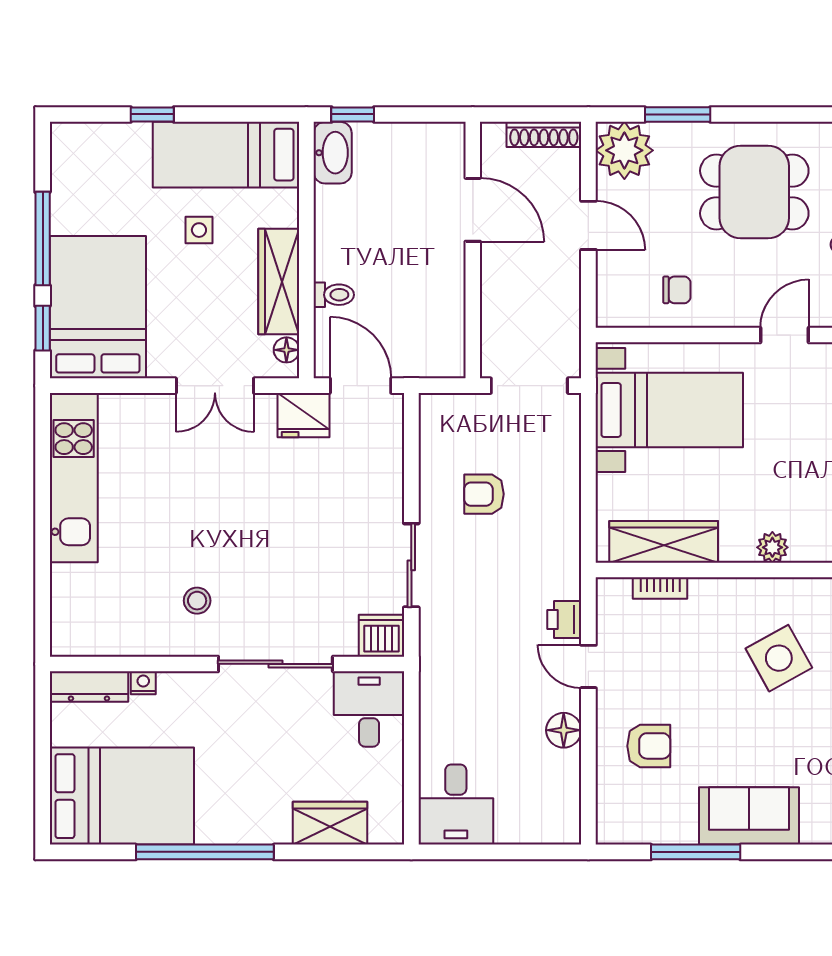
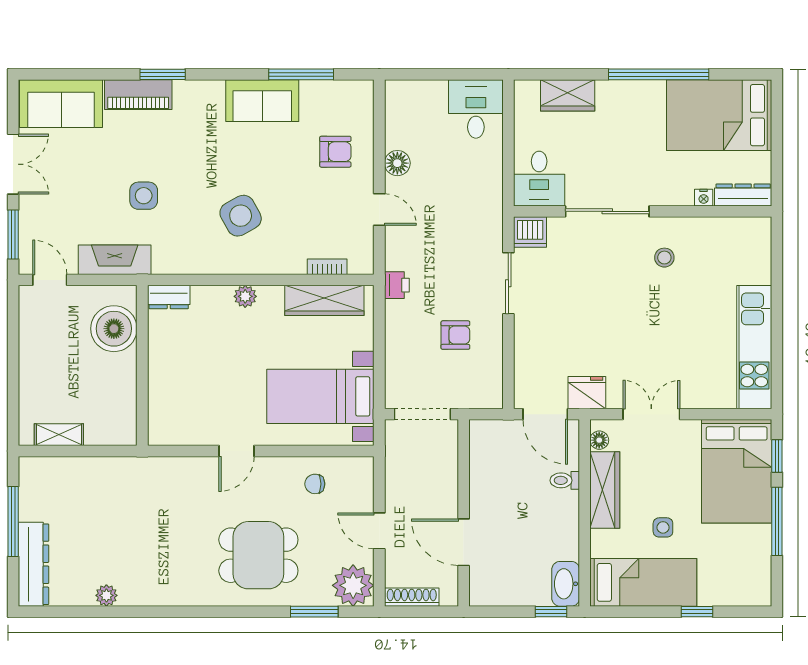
printer: (564, 619) -> (397, 285), moved
armchair: (649, 746) -> (335, 152), turned 180

